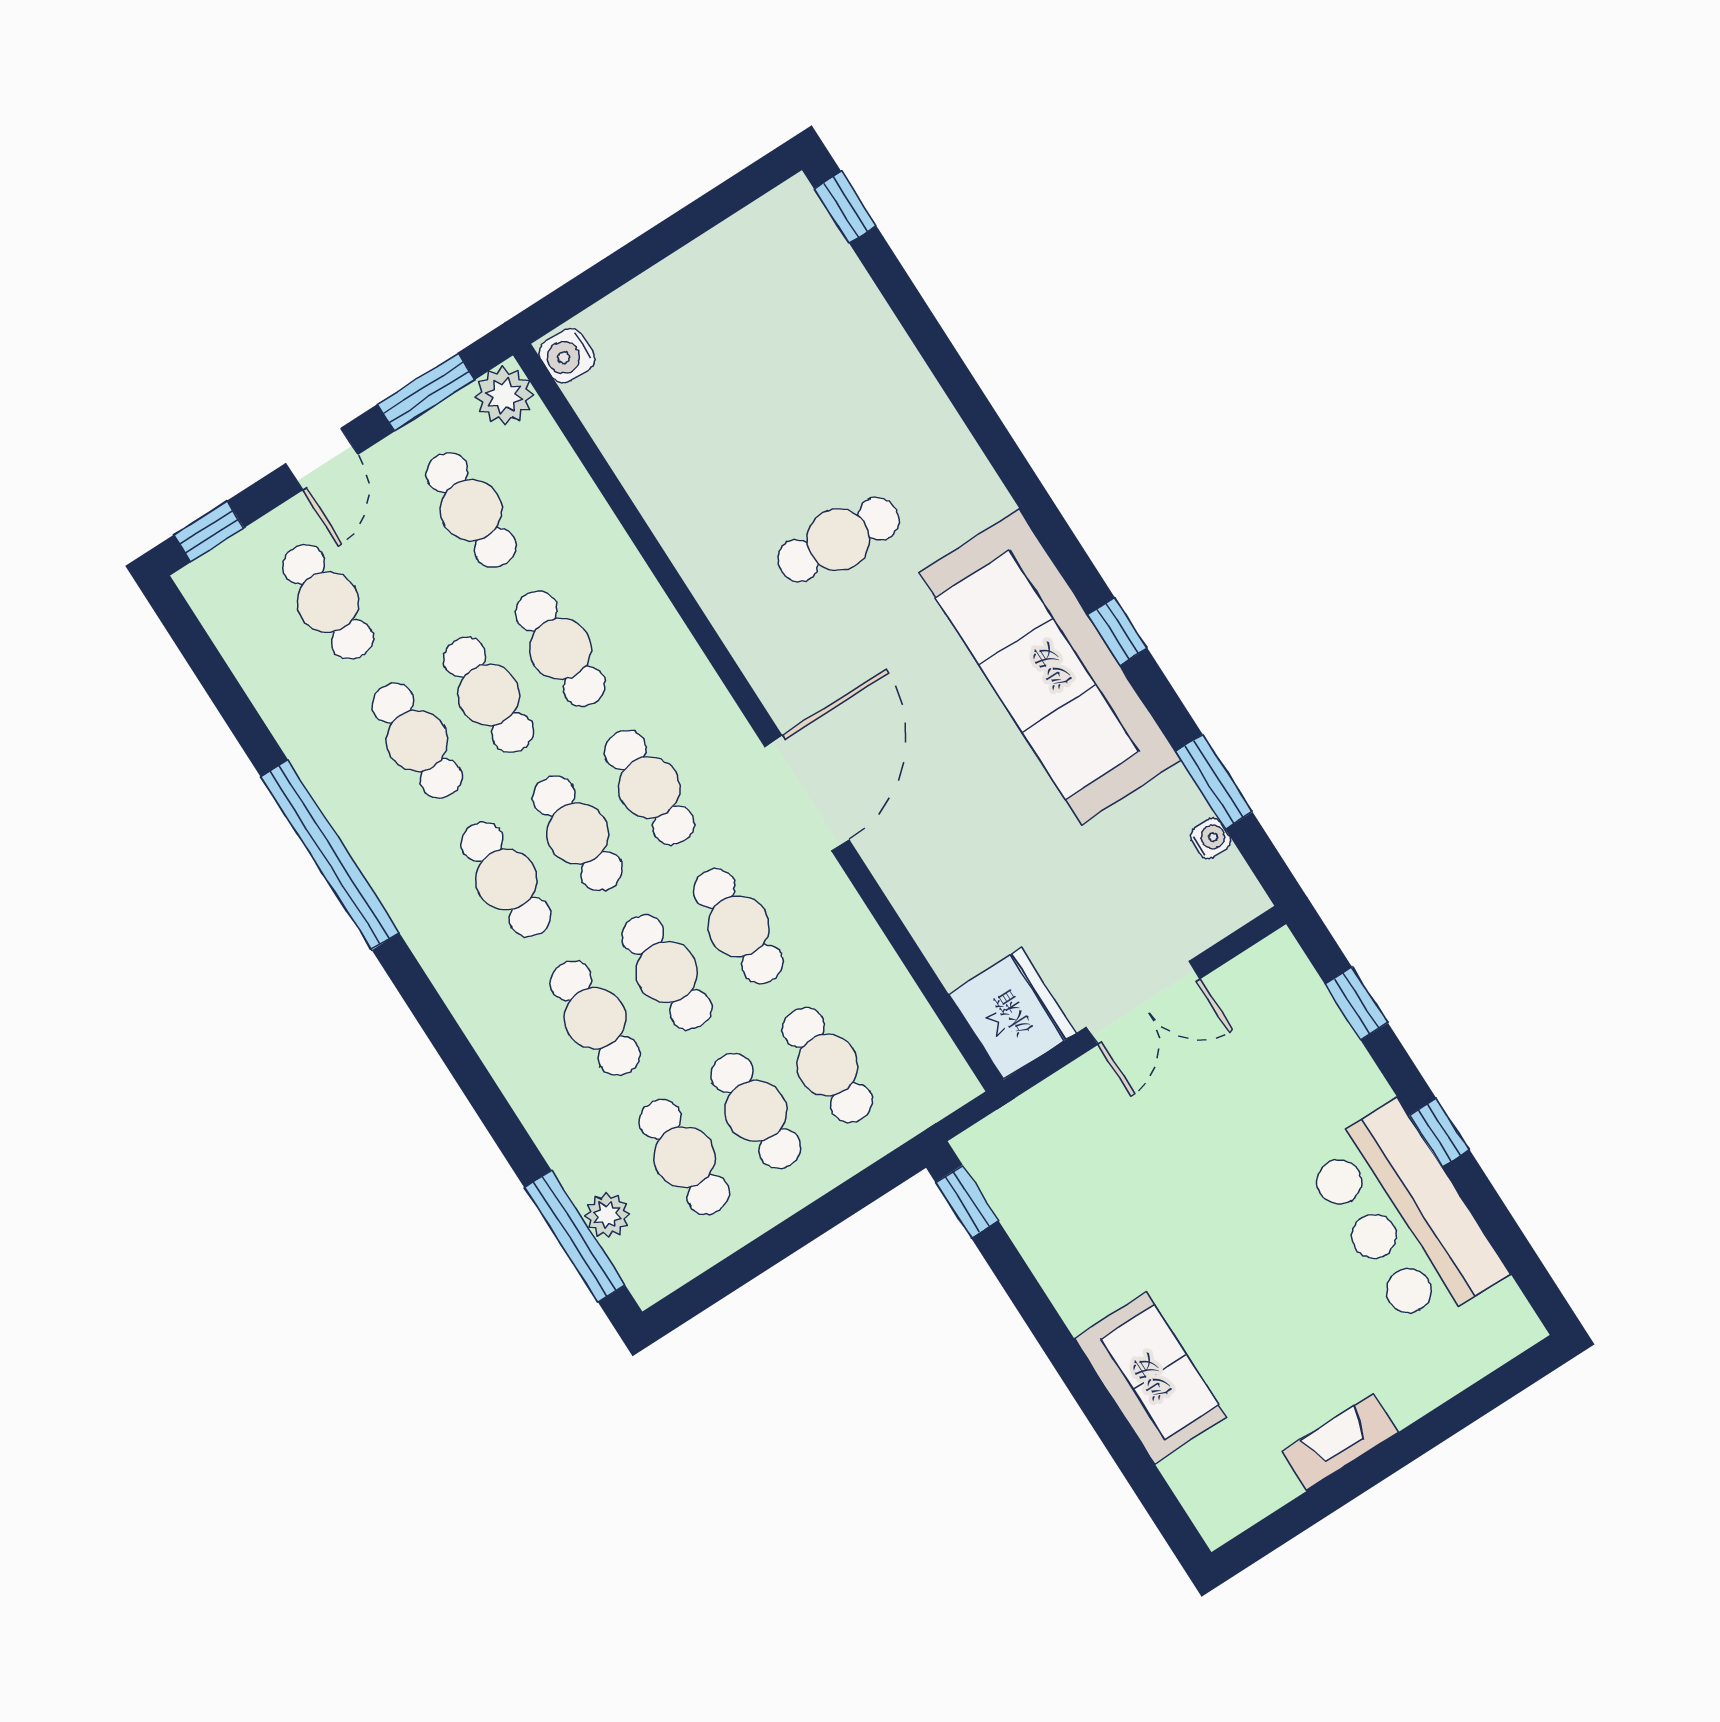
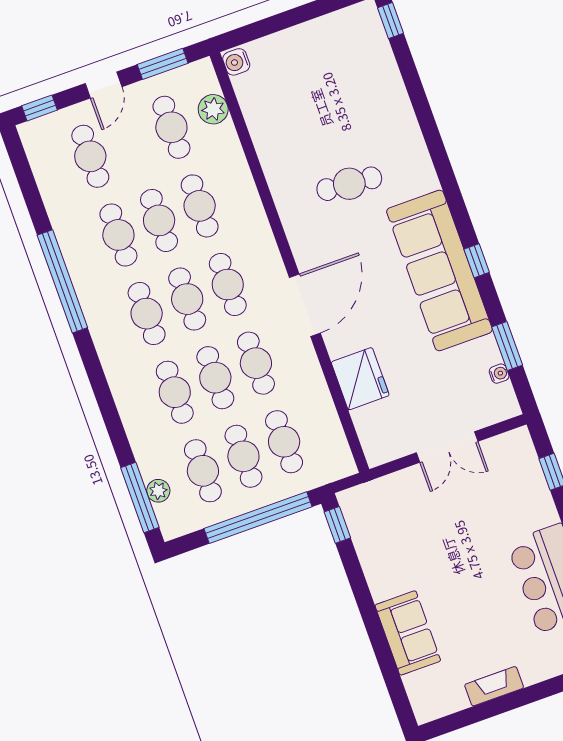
plant: (504, 396) -> (213, 109), moved
fridge: (1012, 1014) -> (360, 379), moved
window: (811, 1223) -> (258, 518), added

